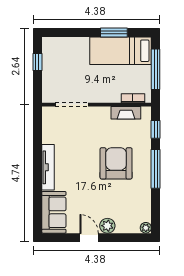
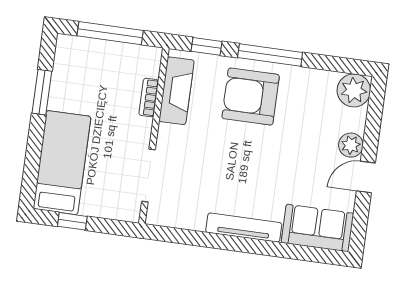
bed: (121, 51) -> (62, 163), moved, turned 180
bookcase: (133, 98) -> (149, 98), moved
fireplace: (126, 113) -> (177, 91), width x1.37, depth x1.32
armchair: (116, 163) -> (251, 97), moved
plant: (146, 228) -> (354, 90), width x1.88, depth x1.88

